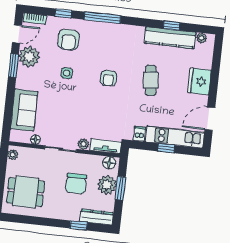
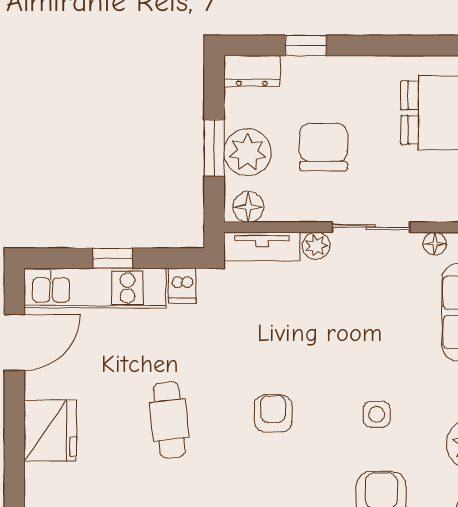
dresser: (97, 217) -> (252, 71), width x0.70

